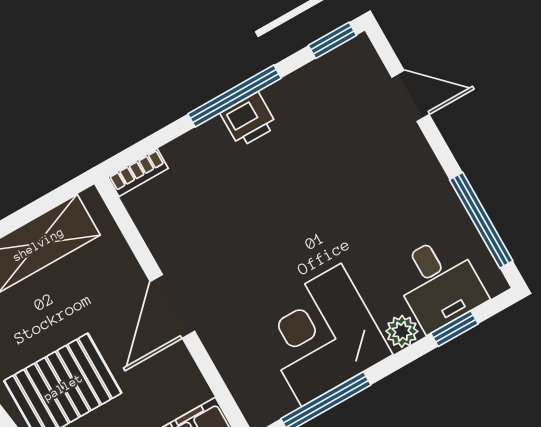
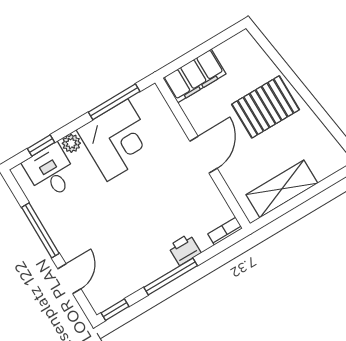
door: (411, 96) -> (69, 279), swing flipped
printer: (249, 120) -> (184, 250), moved
window: (481, 220) -> (40, 230), moved

